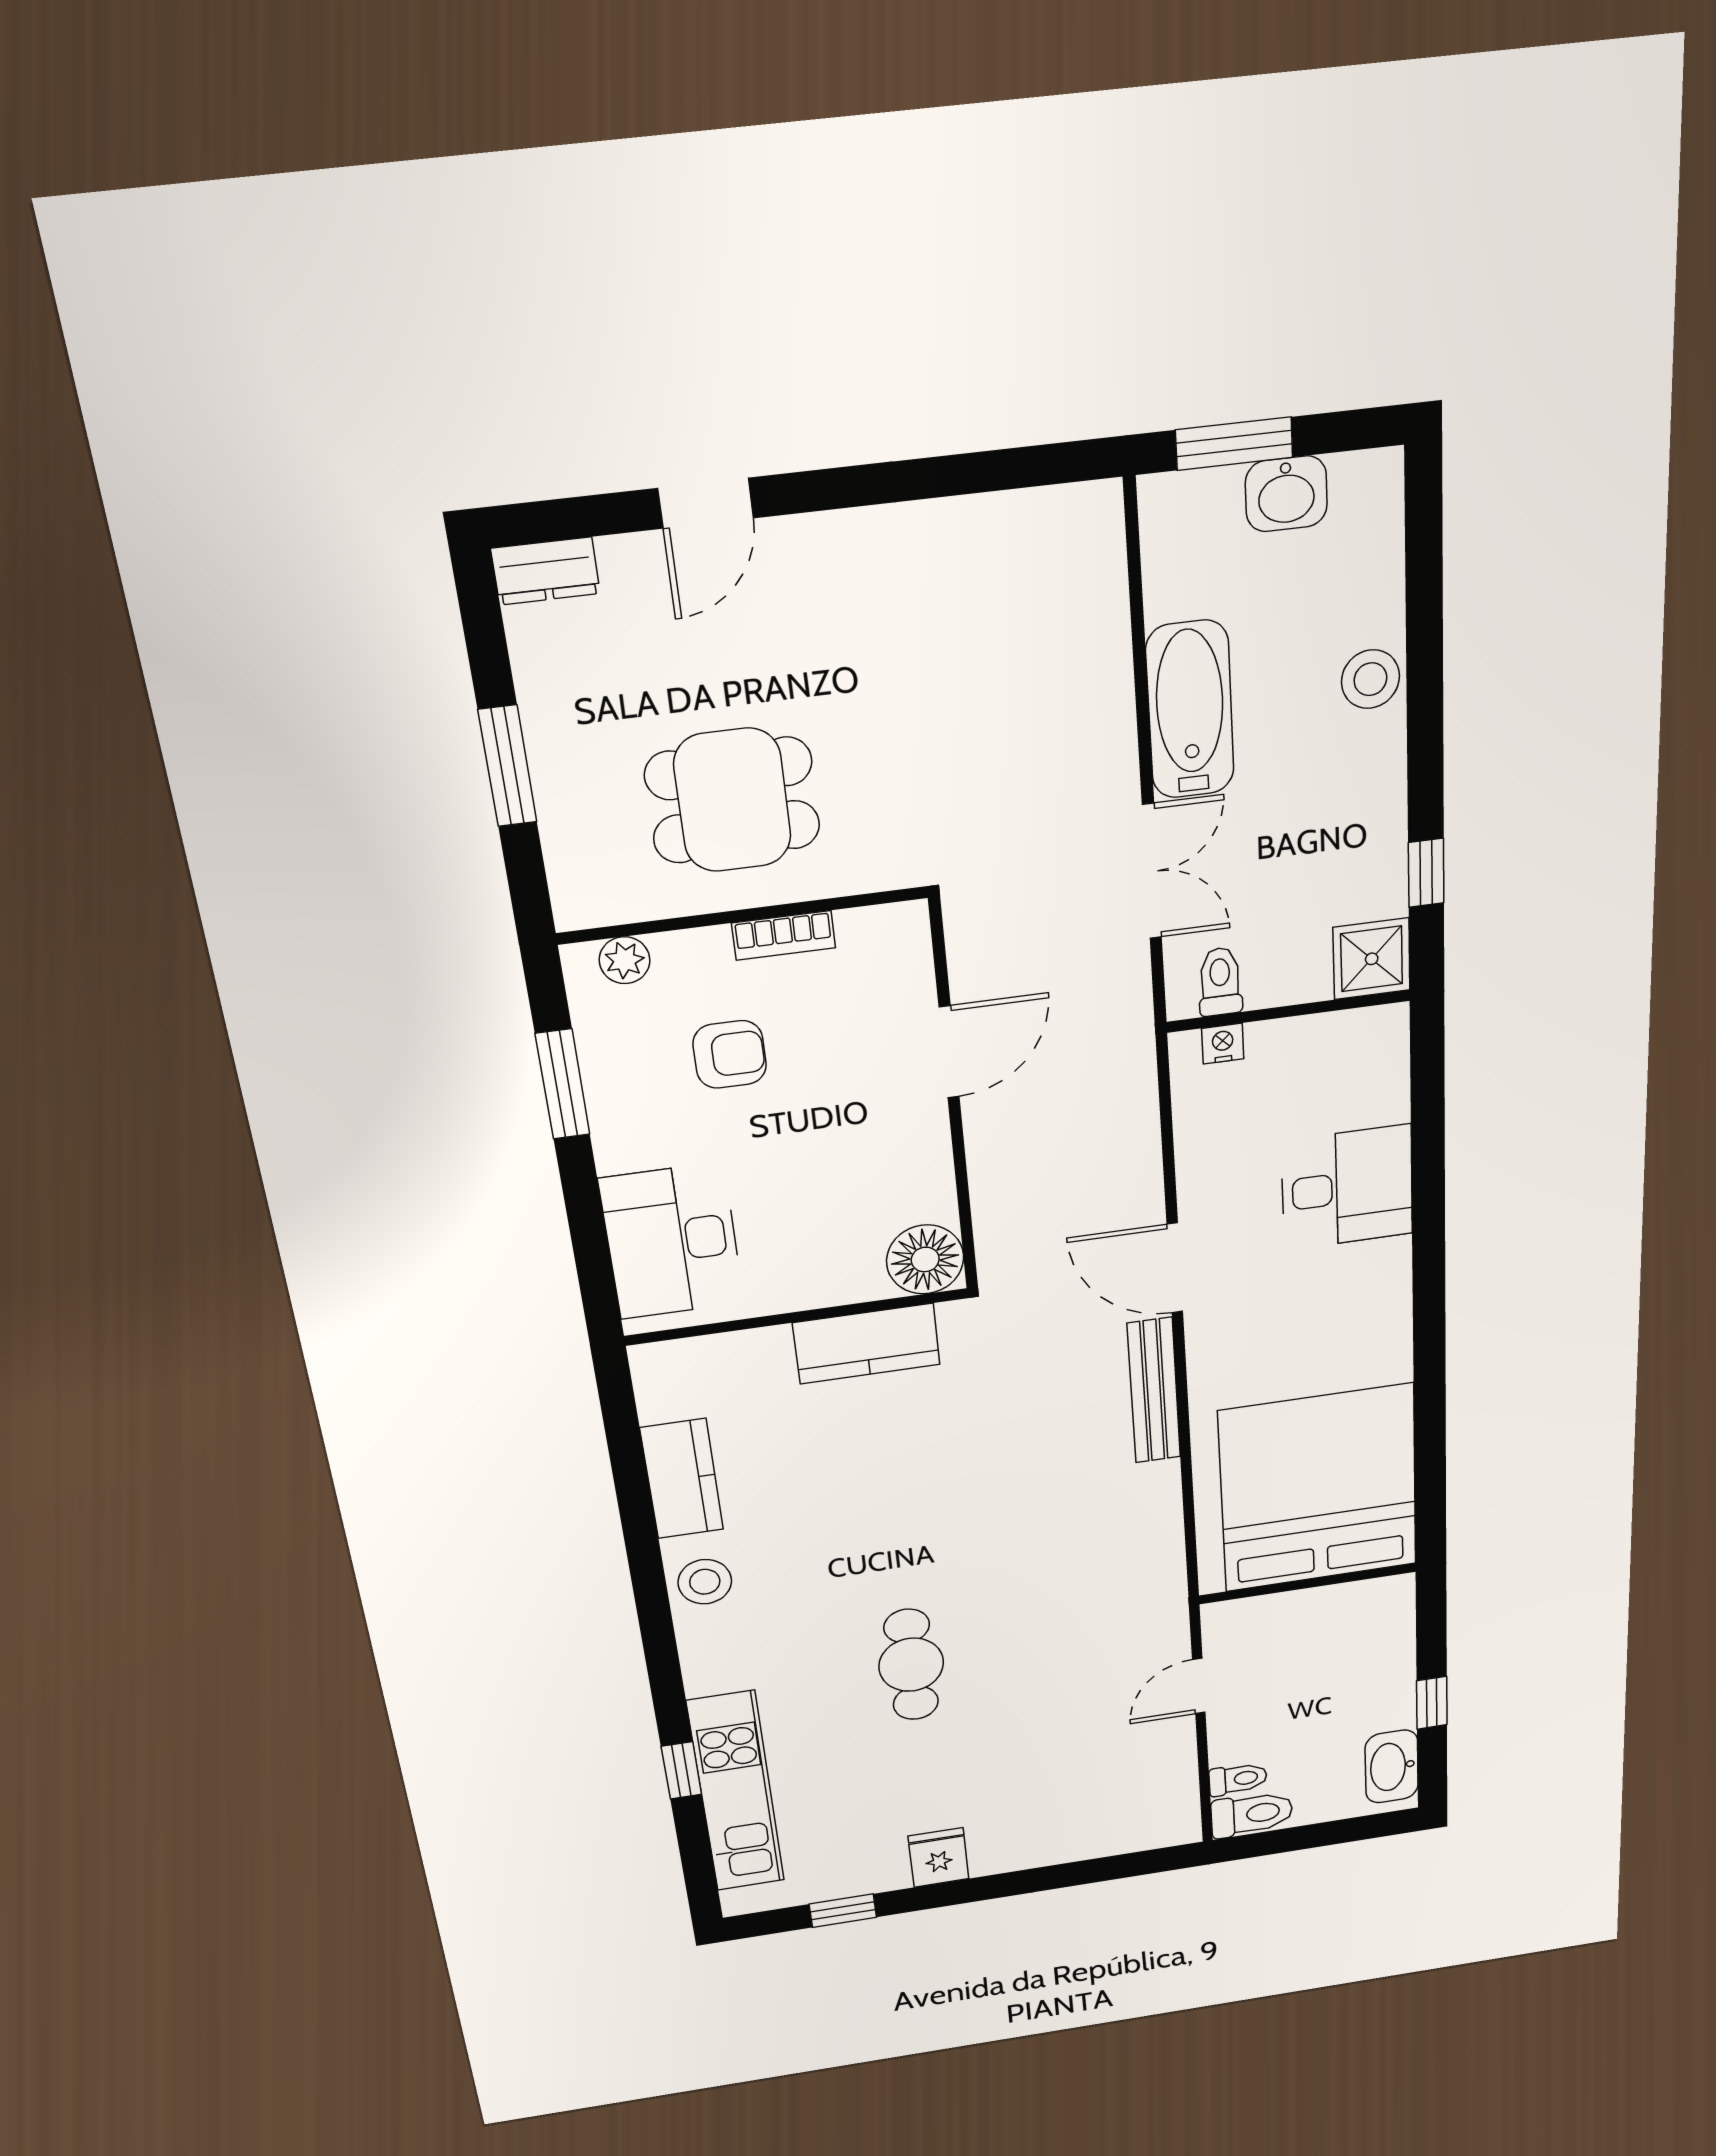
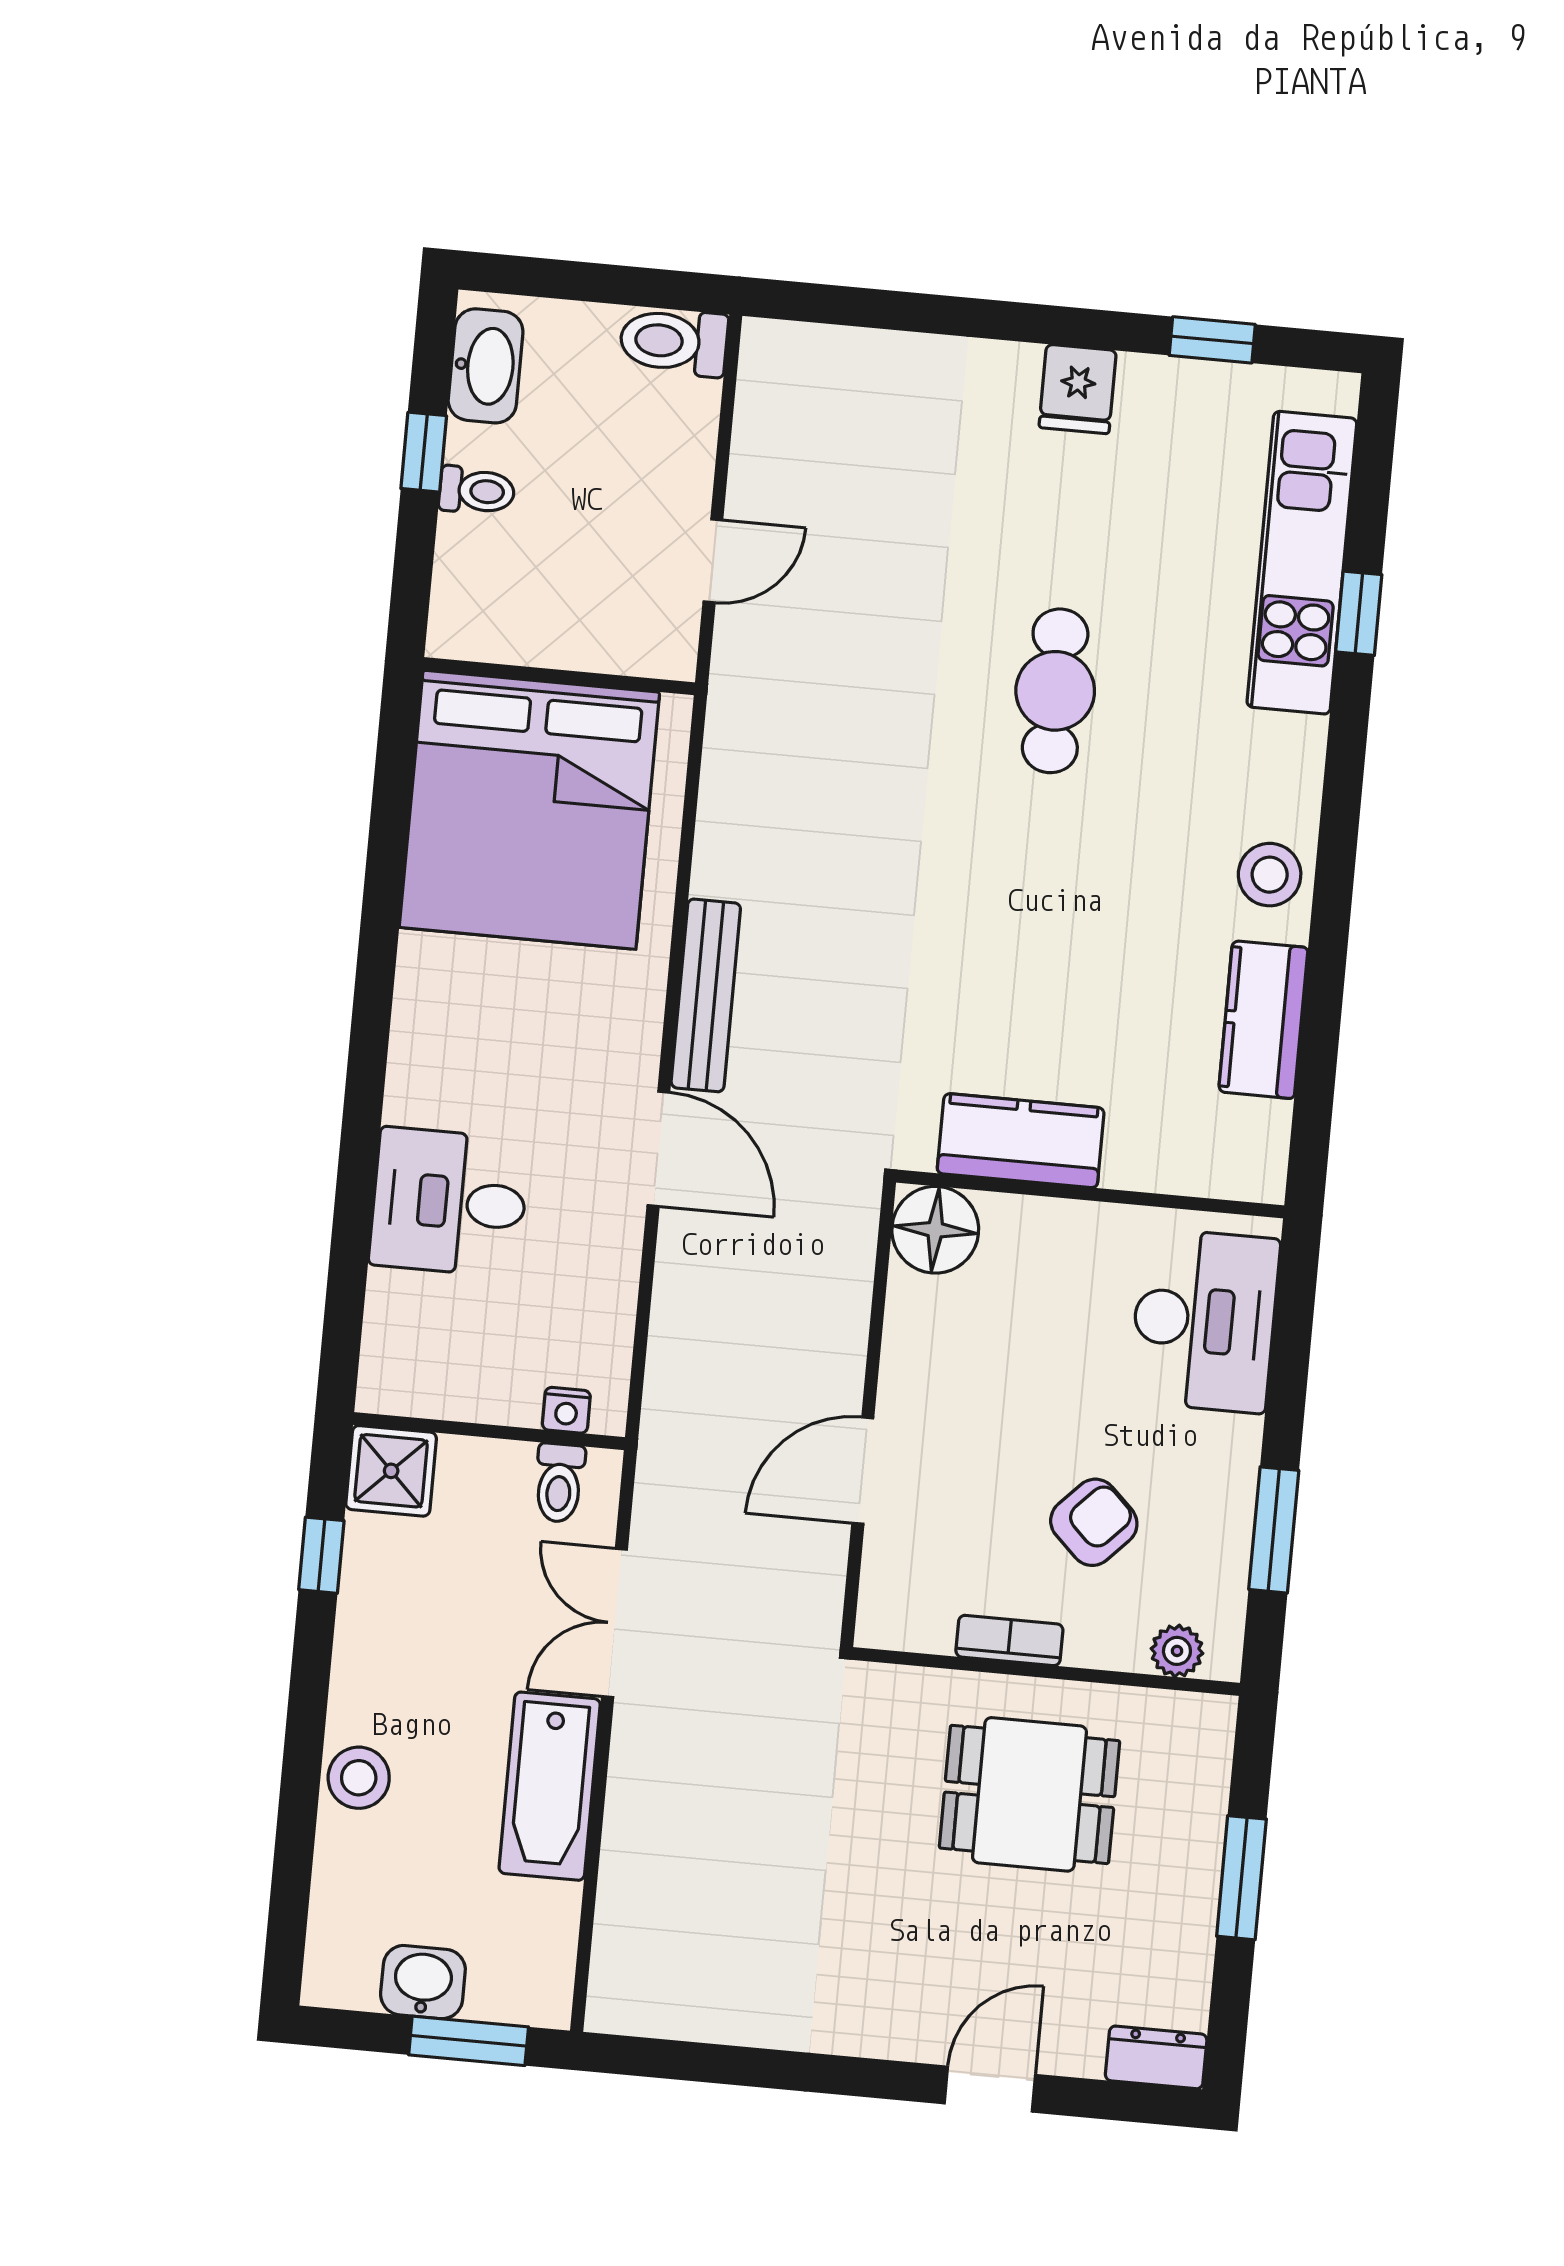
armchair: (730, 1054) -> (1094, 1522), turned 134
toilet: (1238, 1779) -> (477, 491), moved, turned 180

